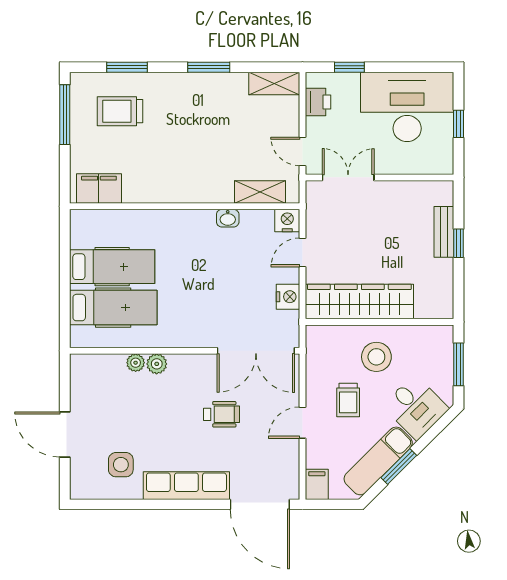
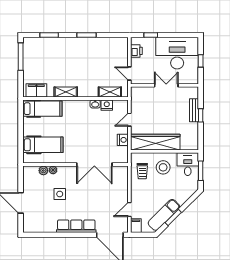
shelving: (274, 83) -> (66, 92), moved
trolley: (120, 111) -> (46, 55), removed
double door: (348, 177) -> (166, 85), moved
nightstand: (287, 221) -> (107, 105), moved
hospital bed: (112, 267) -> (42, 109), moved
double door: (256, 351) -> (94, 165), moved
plant: (157, 364) -> (43, 171), moved
trolley: (348, 400) -> (142, 171), moved
desk: (416, 407) -> (188, 164), moved, turned -135
wheelchair: (221, 414) -> (92, 194), removed
door: (303, 423) -> (129, 209), moved
side table: (121, 465) -> (60, 194), moved

